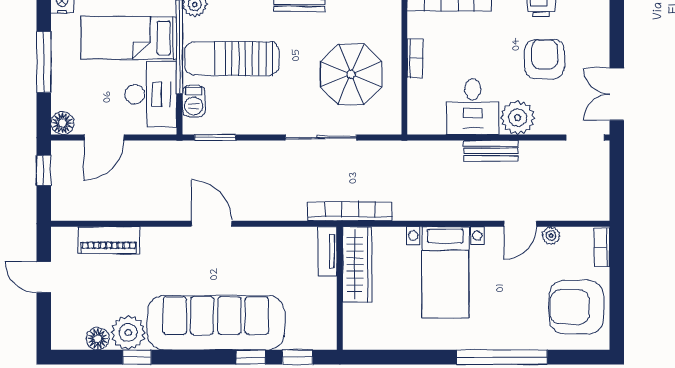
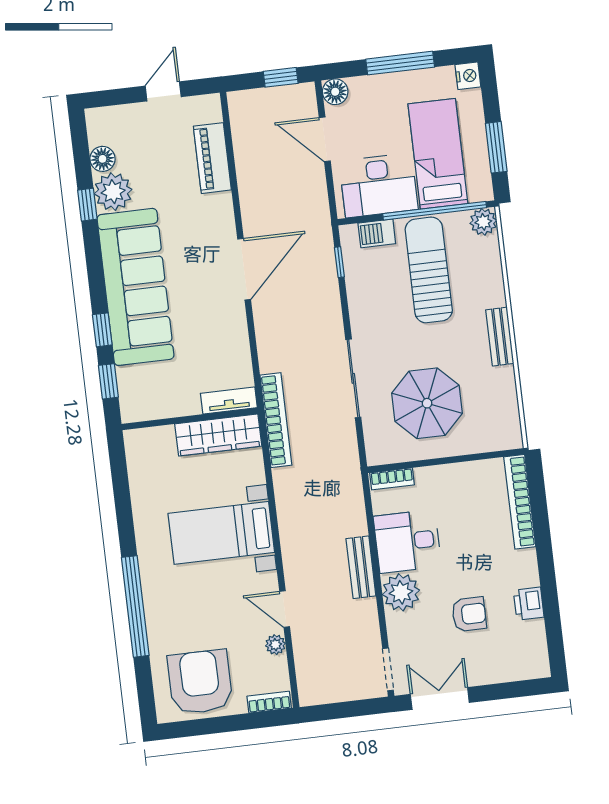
bookcase: (415, 58) -> (392, 479), moved
armchair: (544, 59) -> (469, 614), width x0.72, depth x0.72
window: (215, 138) -> (339, 262), width x0.67
door: (212, 224) -> (244, 269), width x1.36

